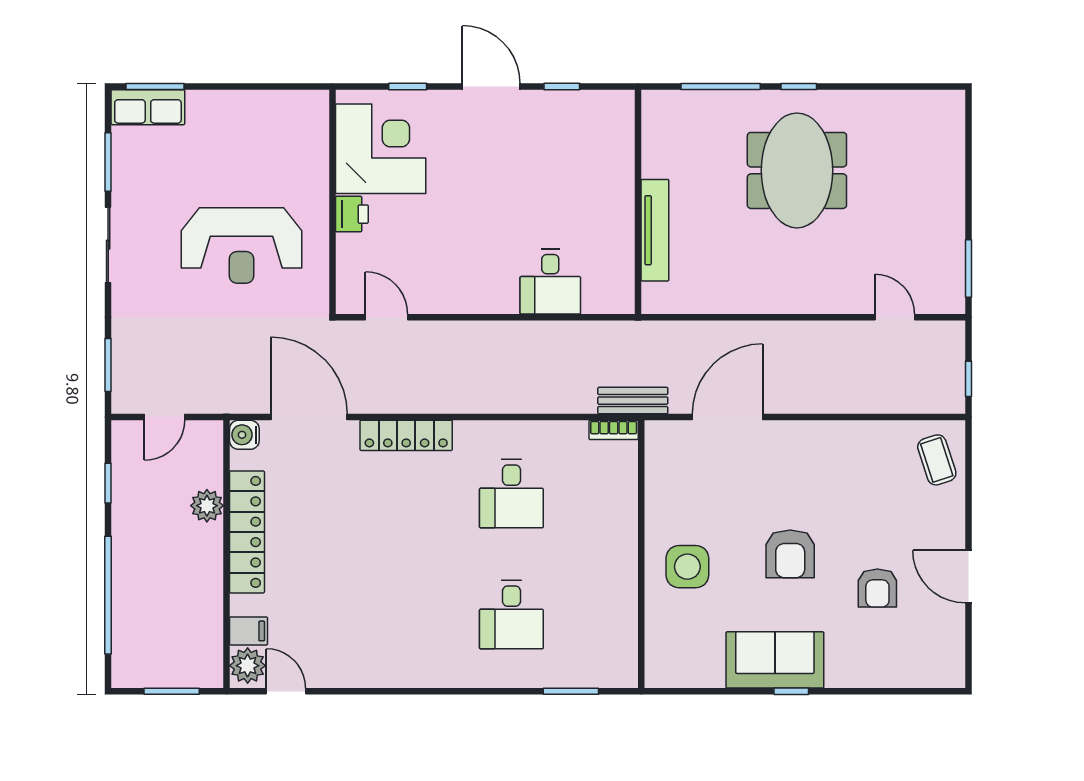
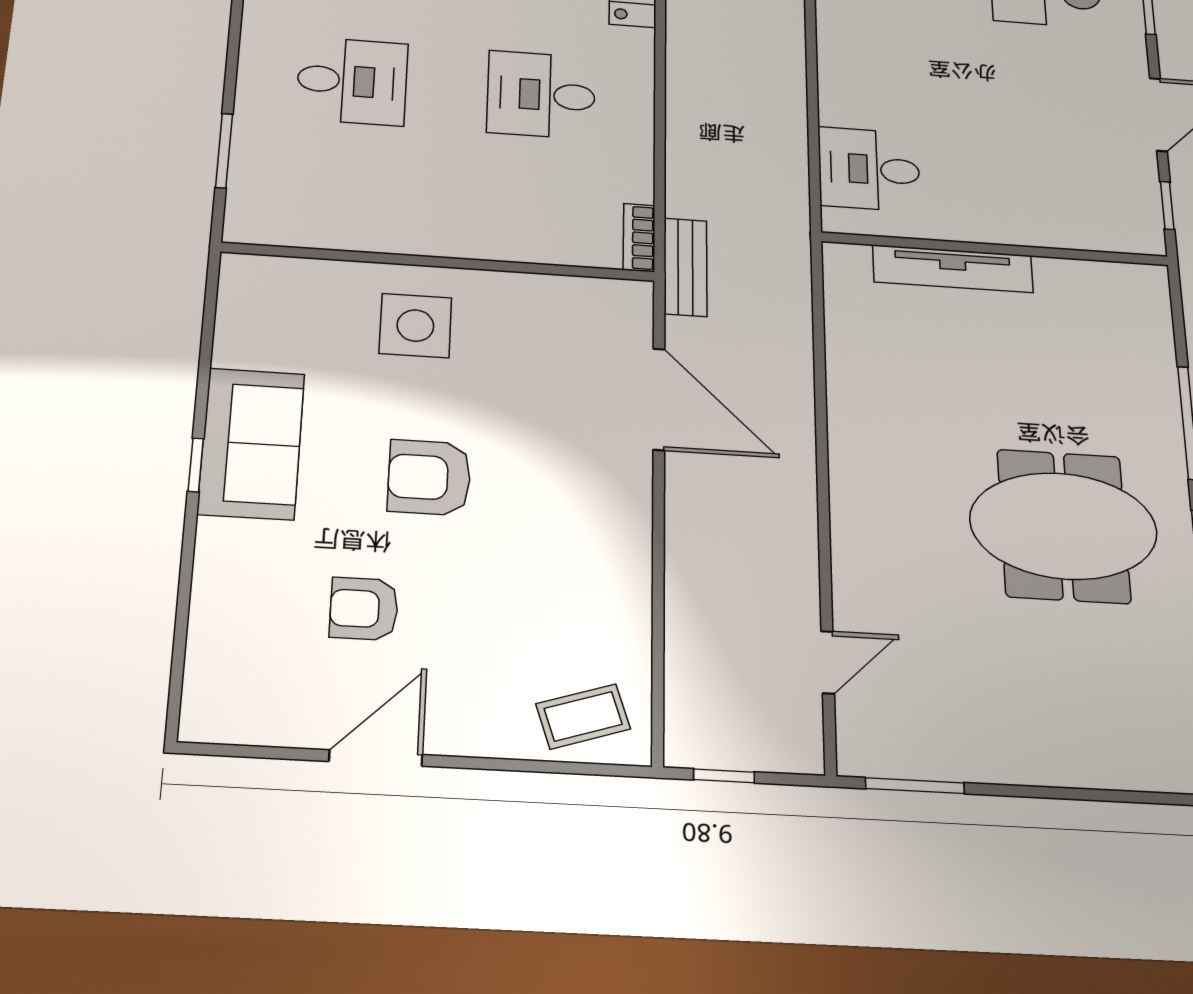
wall: (638, 202) -> (995, 249), moved
tv unit: (655, 230) -> (953, 269), moved
desk: (511, 615) -> (352, 81), turned 180

